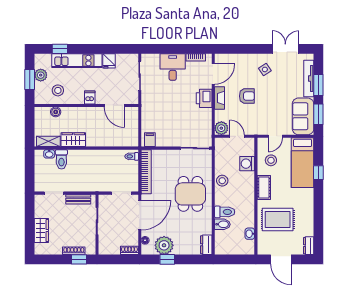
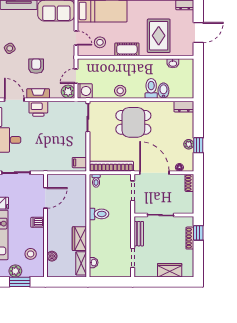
toilet: (61, 159) -> (99, 214), moved
washing machine: (247, 164) -> (85, 91), moved, turned -90
plant: (164, 245) -> (189, 144), width x0.53, depth x0.53

